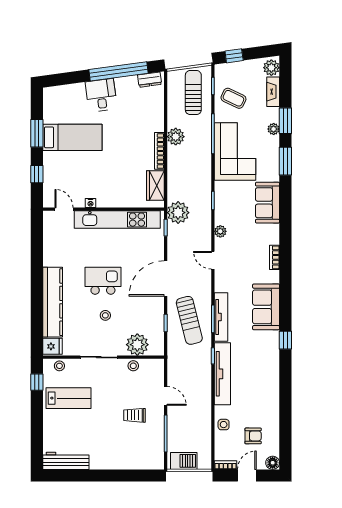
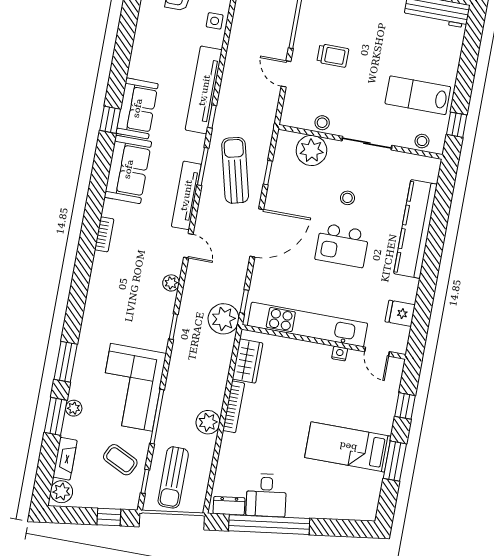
desk: (101, 95) -> (266, 495), moved
sofa: (268, 203) -> (137, 108), moved
tv unit: (221, 317) -> (186, 195), moved
fridge: (52, 346) -> (400, 313), moved

